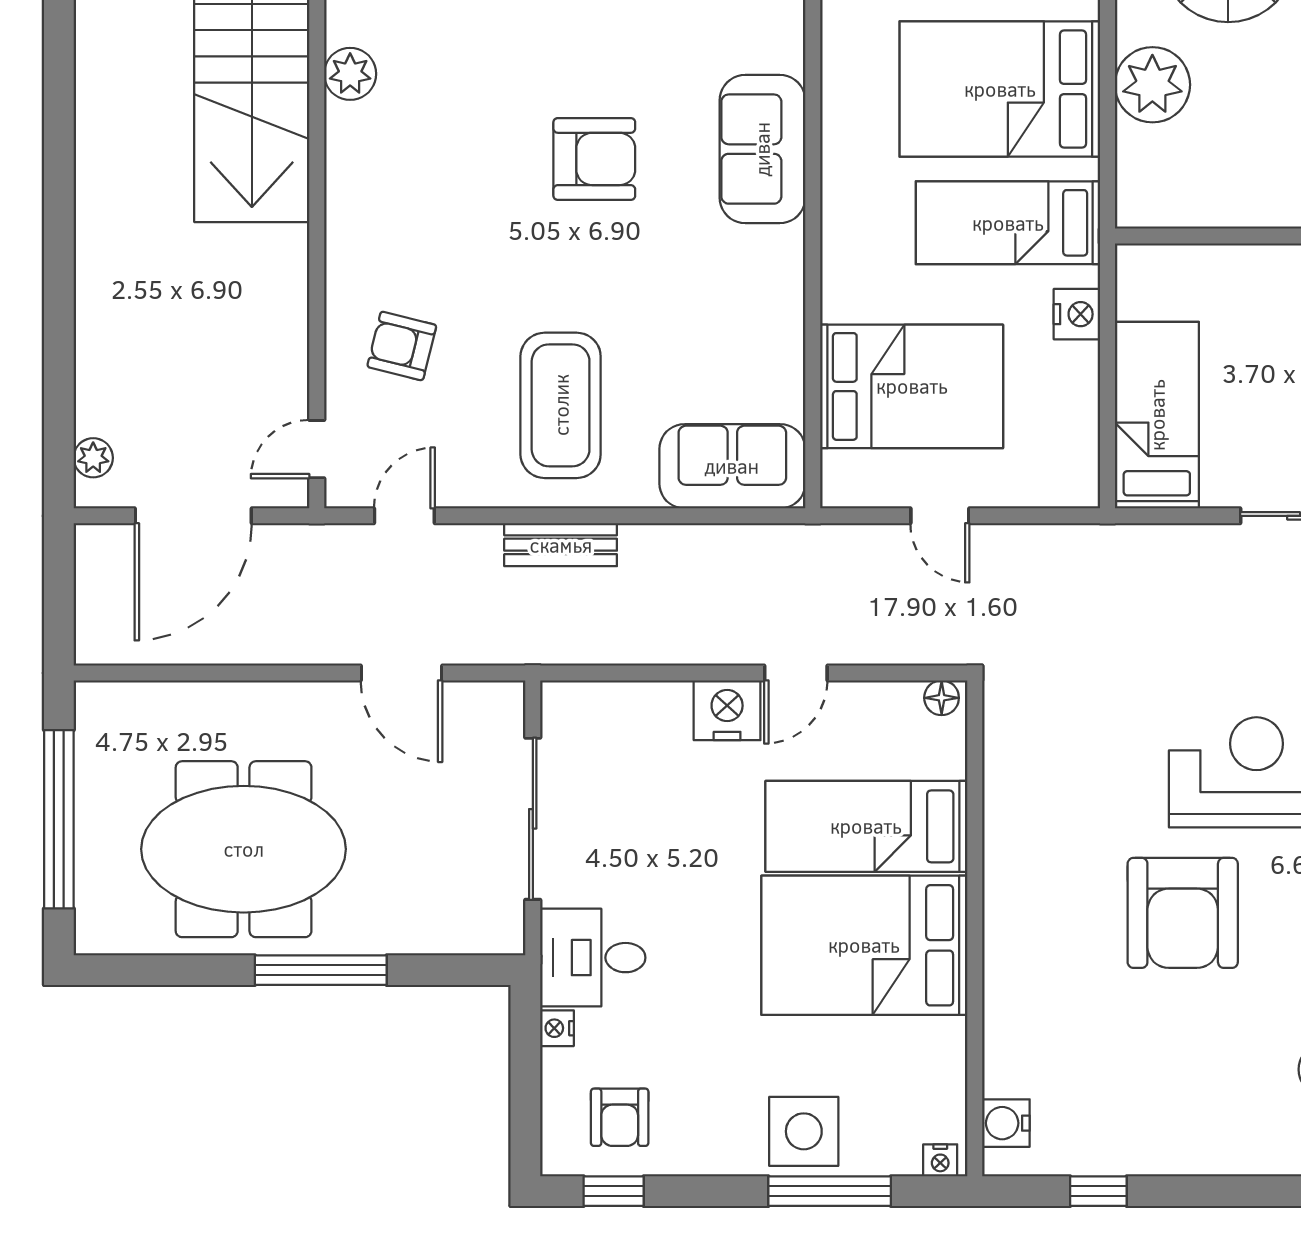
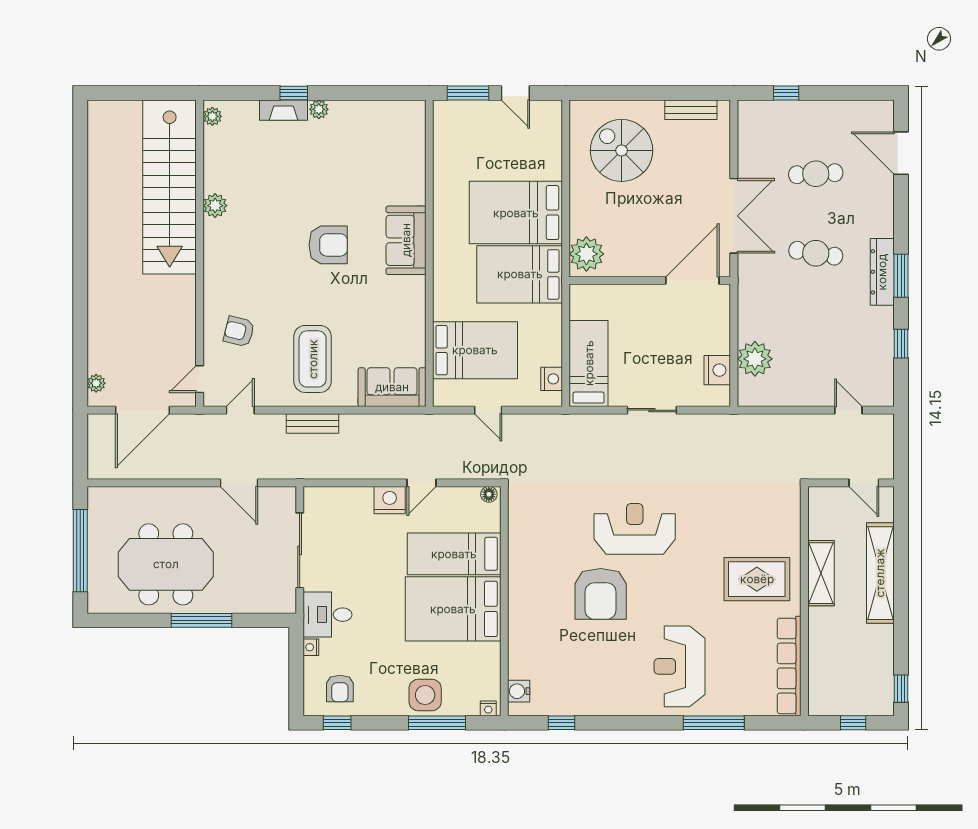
plant: (1152, 85) -> (586, 254), moved
bed: (1008, 223) -> (520, 274), width x1.50
nightstand: (1077, 314) -> (552, 379), moved

